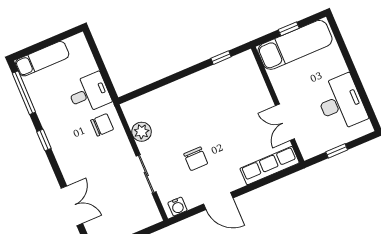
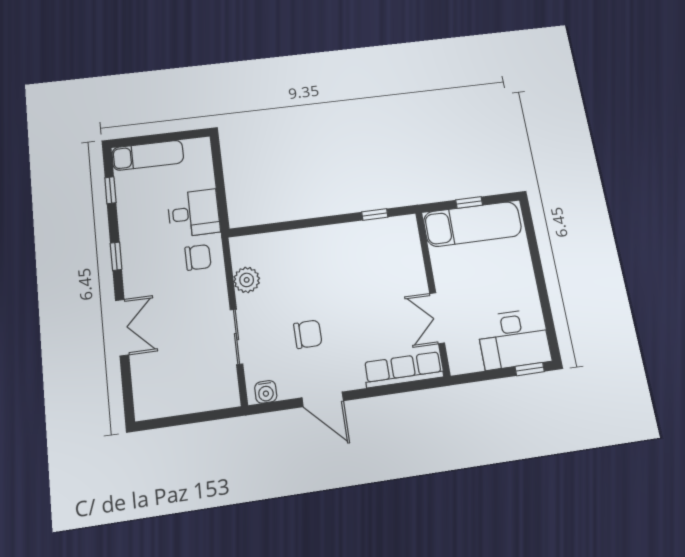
window: (24, 93) -> (110, 190), width x0.46
desk: (341, 103) -> (514, 339), moved, turned 90
window: (337, 151) -> (530, 369), moved
chair: (196, 159) -> (308, 334), turned -91
double door: (72, 206) -> (122, 328), moved

